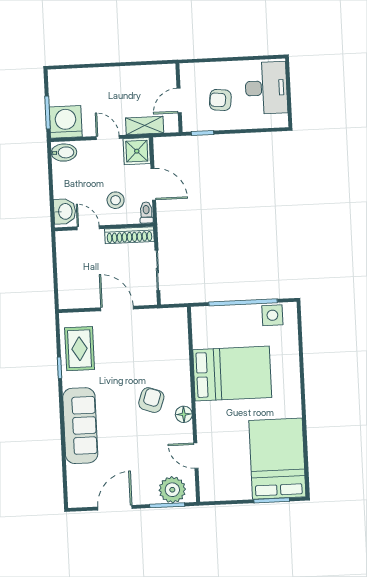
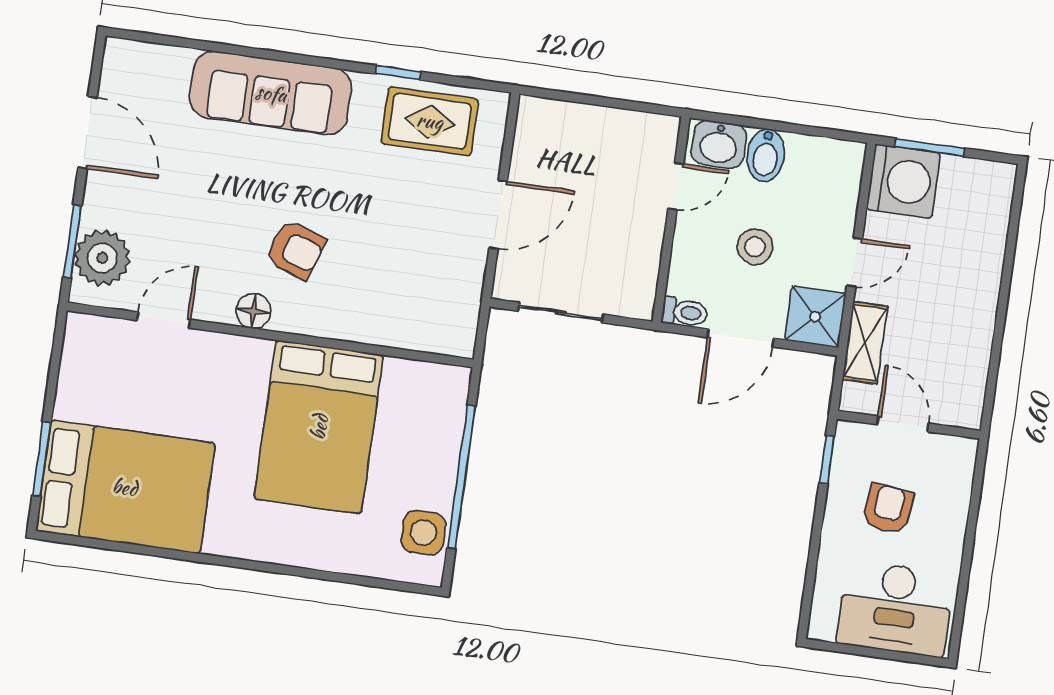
bidet: (64, 153) -> (766, 155), moved
stool: (116, 200) -> (755, 247), moved
shoe rack: (129, 235) -> (644, 269), removed

